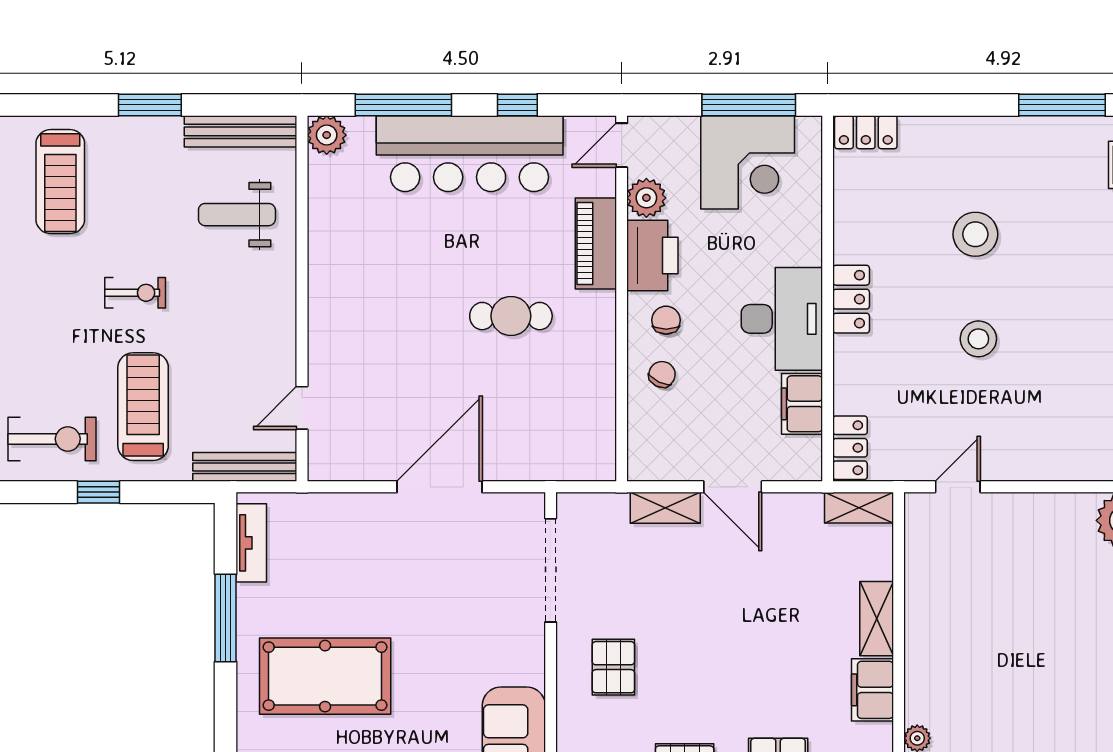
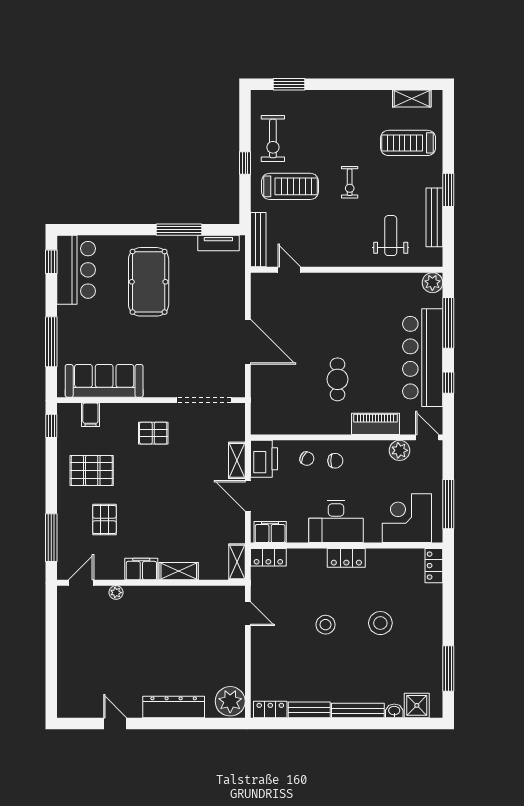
bench: (240, 131) -> (434, 217), moved
corner desk: (748, 162) -> (407, 518), moved, turned 90
printer: (652, 256) -> (264, 459), moved, turned -90
filing cabinet: (802, 404) -> (270, 532), moved
door: (733, 487) -> (248, 496), hinge flipped

